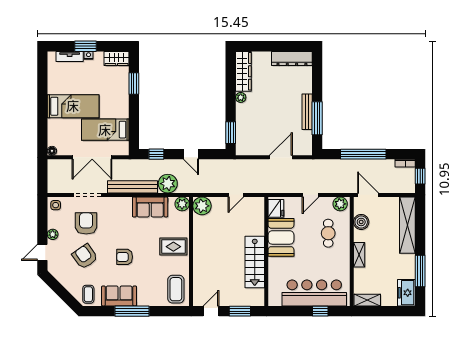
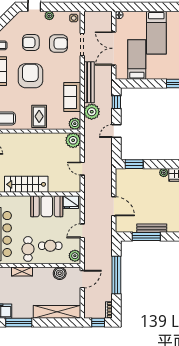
door: (310, 195) -> (82, 231), hinge flipped
shelving: (359, 255) -> (22, 272), moved
armchair: (85, 256) -> (31, 42), turned -145
armchair: (125, 257) -> (30, 76), width x1.88, depth x1.88
cafe table: (332, 260) -> (28, 249), added

